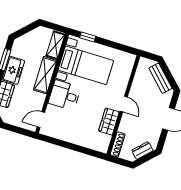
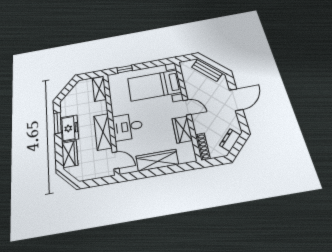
bed with nightstands: (86, 65) -> (154, 85), moved, turned 180
shelving: (45, 75) -> (103, 132), moved
door: (41, 120) -> (115, 160), swing flipped
wardrobe: (75, 137) -> (157, 160), added

